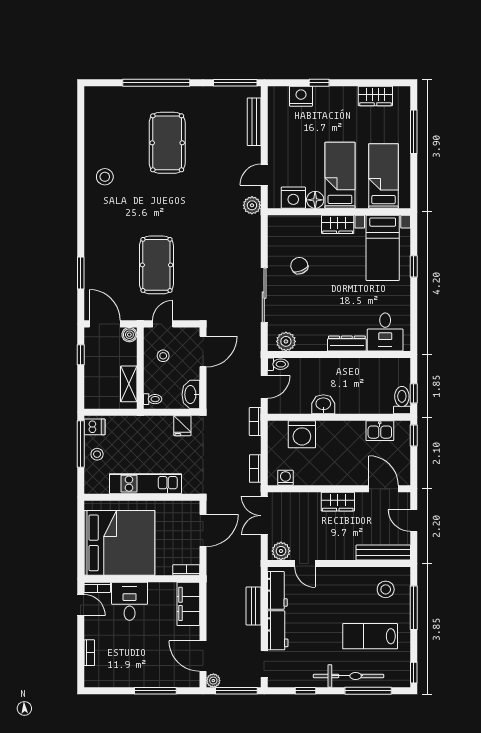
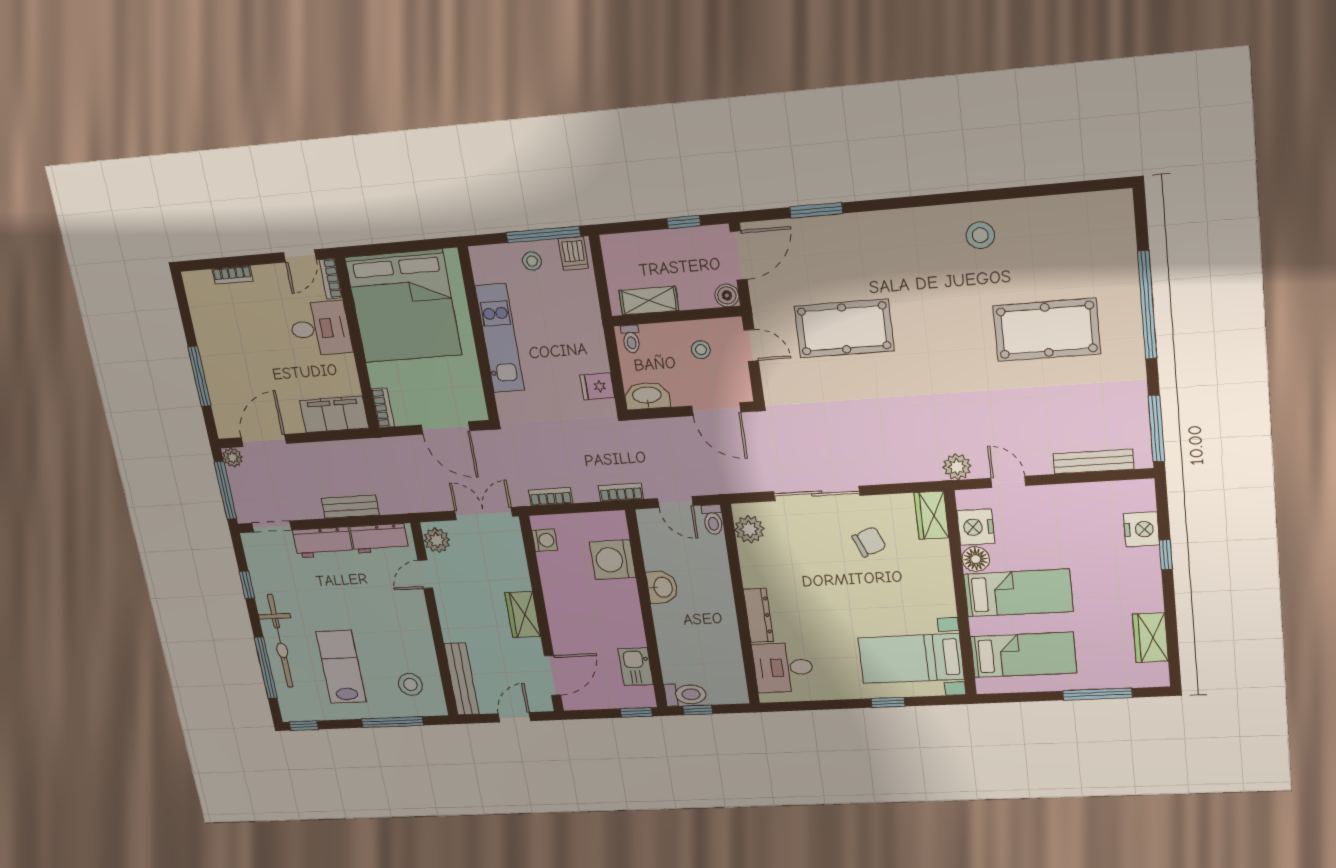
wardrobe: (338, 224) -> (931, 515), moved

